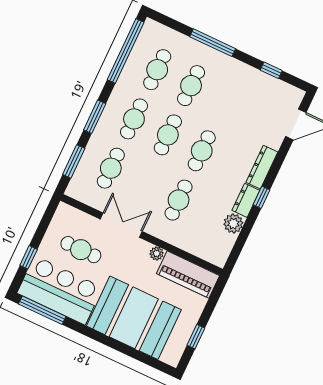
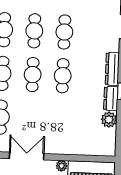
cafe table: (179, 200) -> (64, 32), moved

